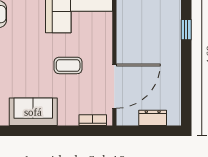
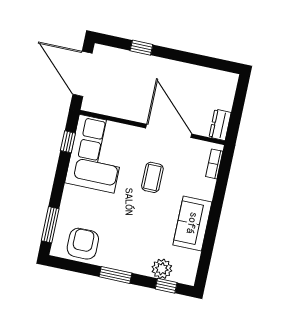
door: (114, 86) -> (169, 131), moved
dresser: (153, 118) -> (220, 125), moved

